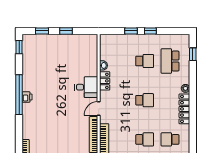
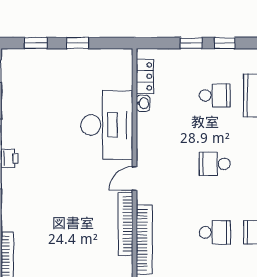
locker: (105, 81) -> (145, 76), moved
desk: (86, 87) -> (107, 125), width x1.87, depth x1.30
school desk: (145, 100) -> (215, 164), turned 180

